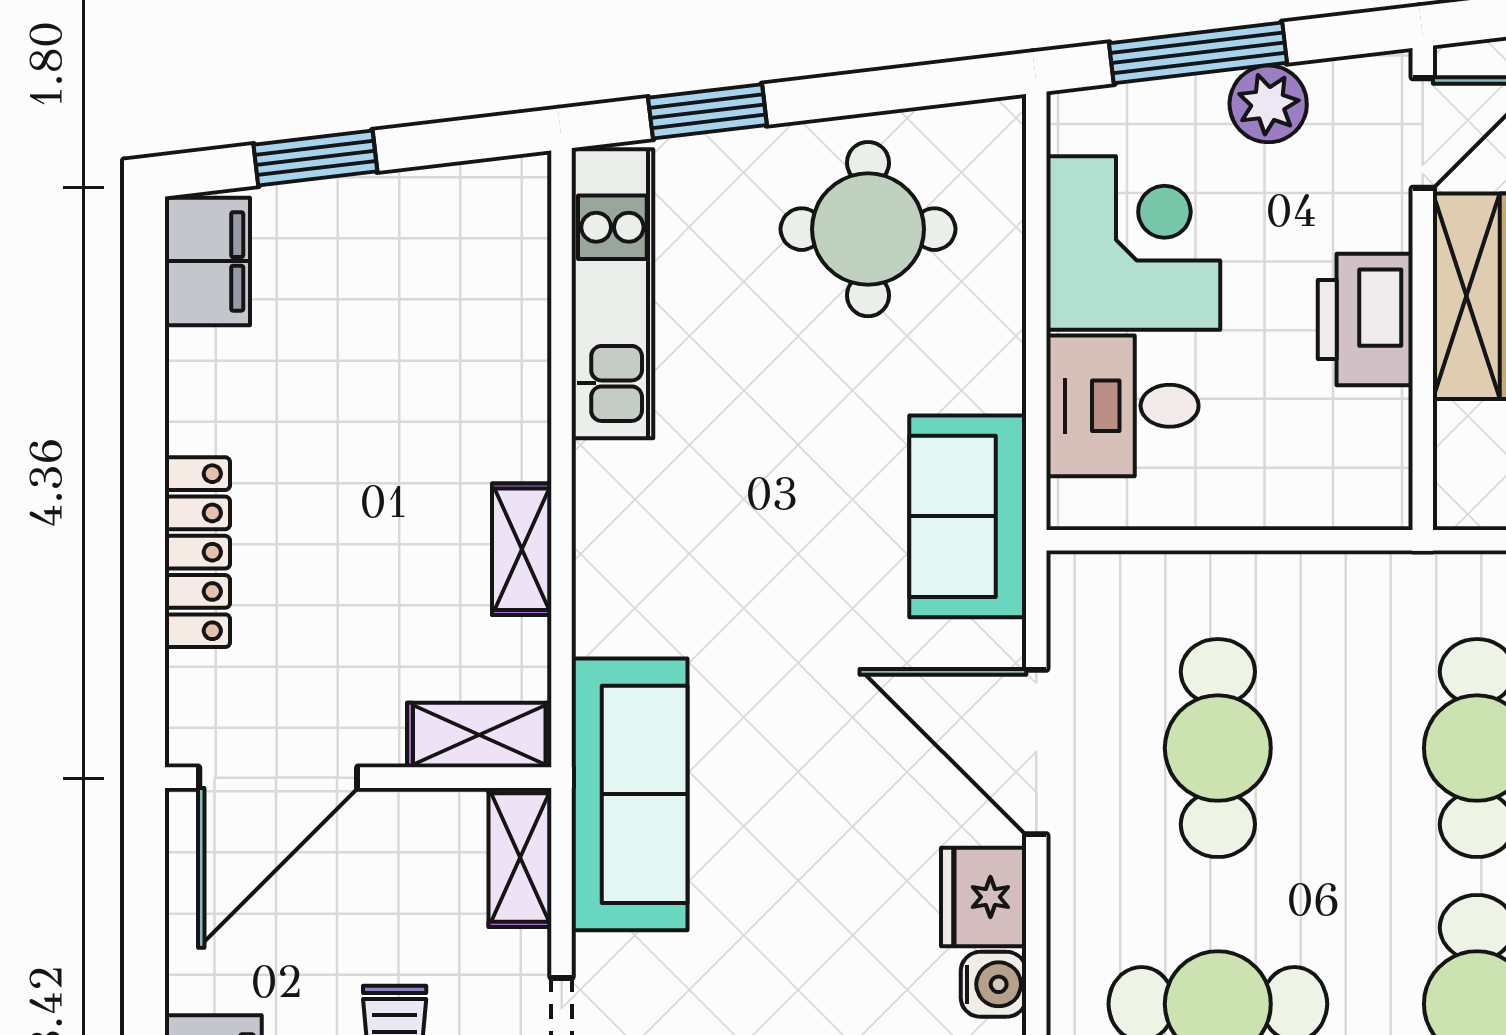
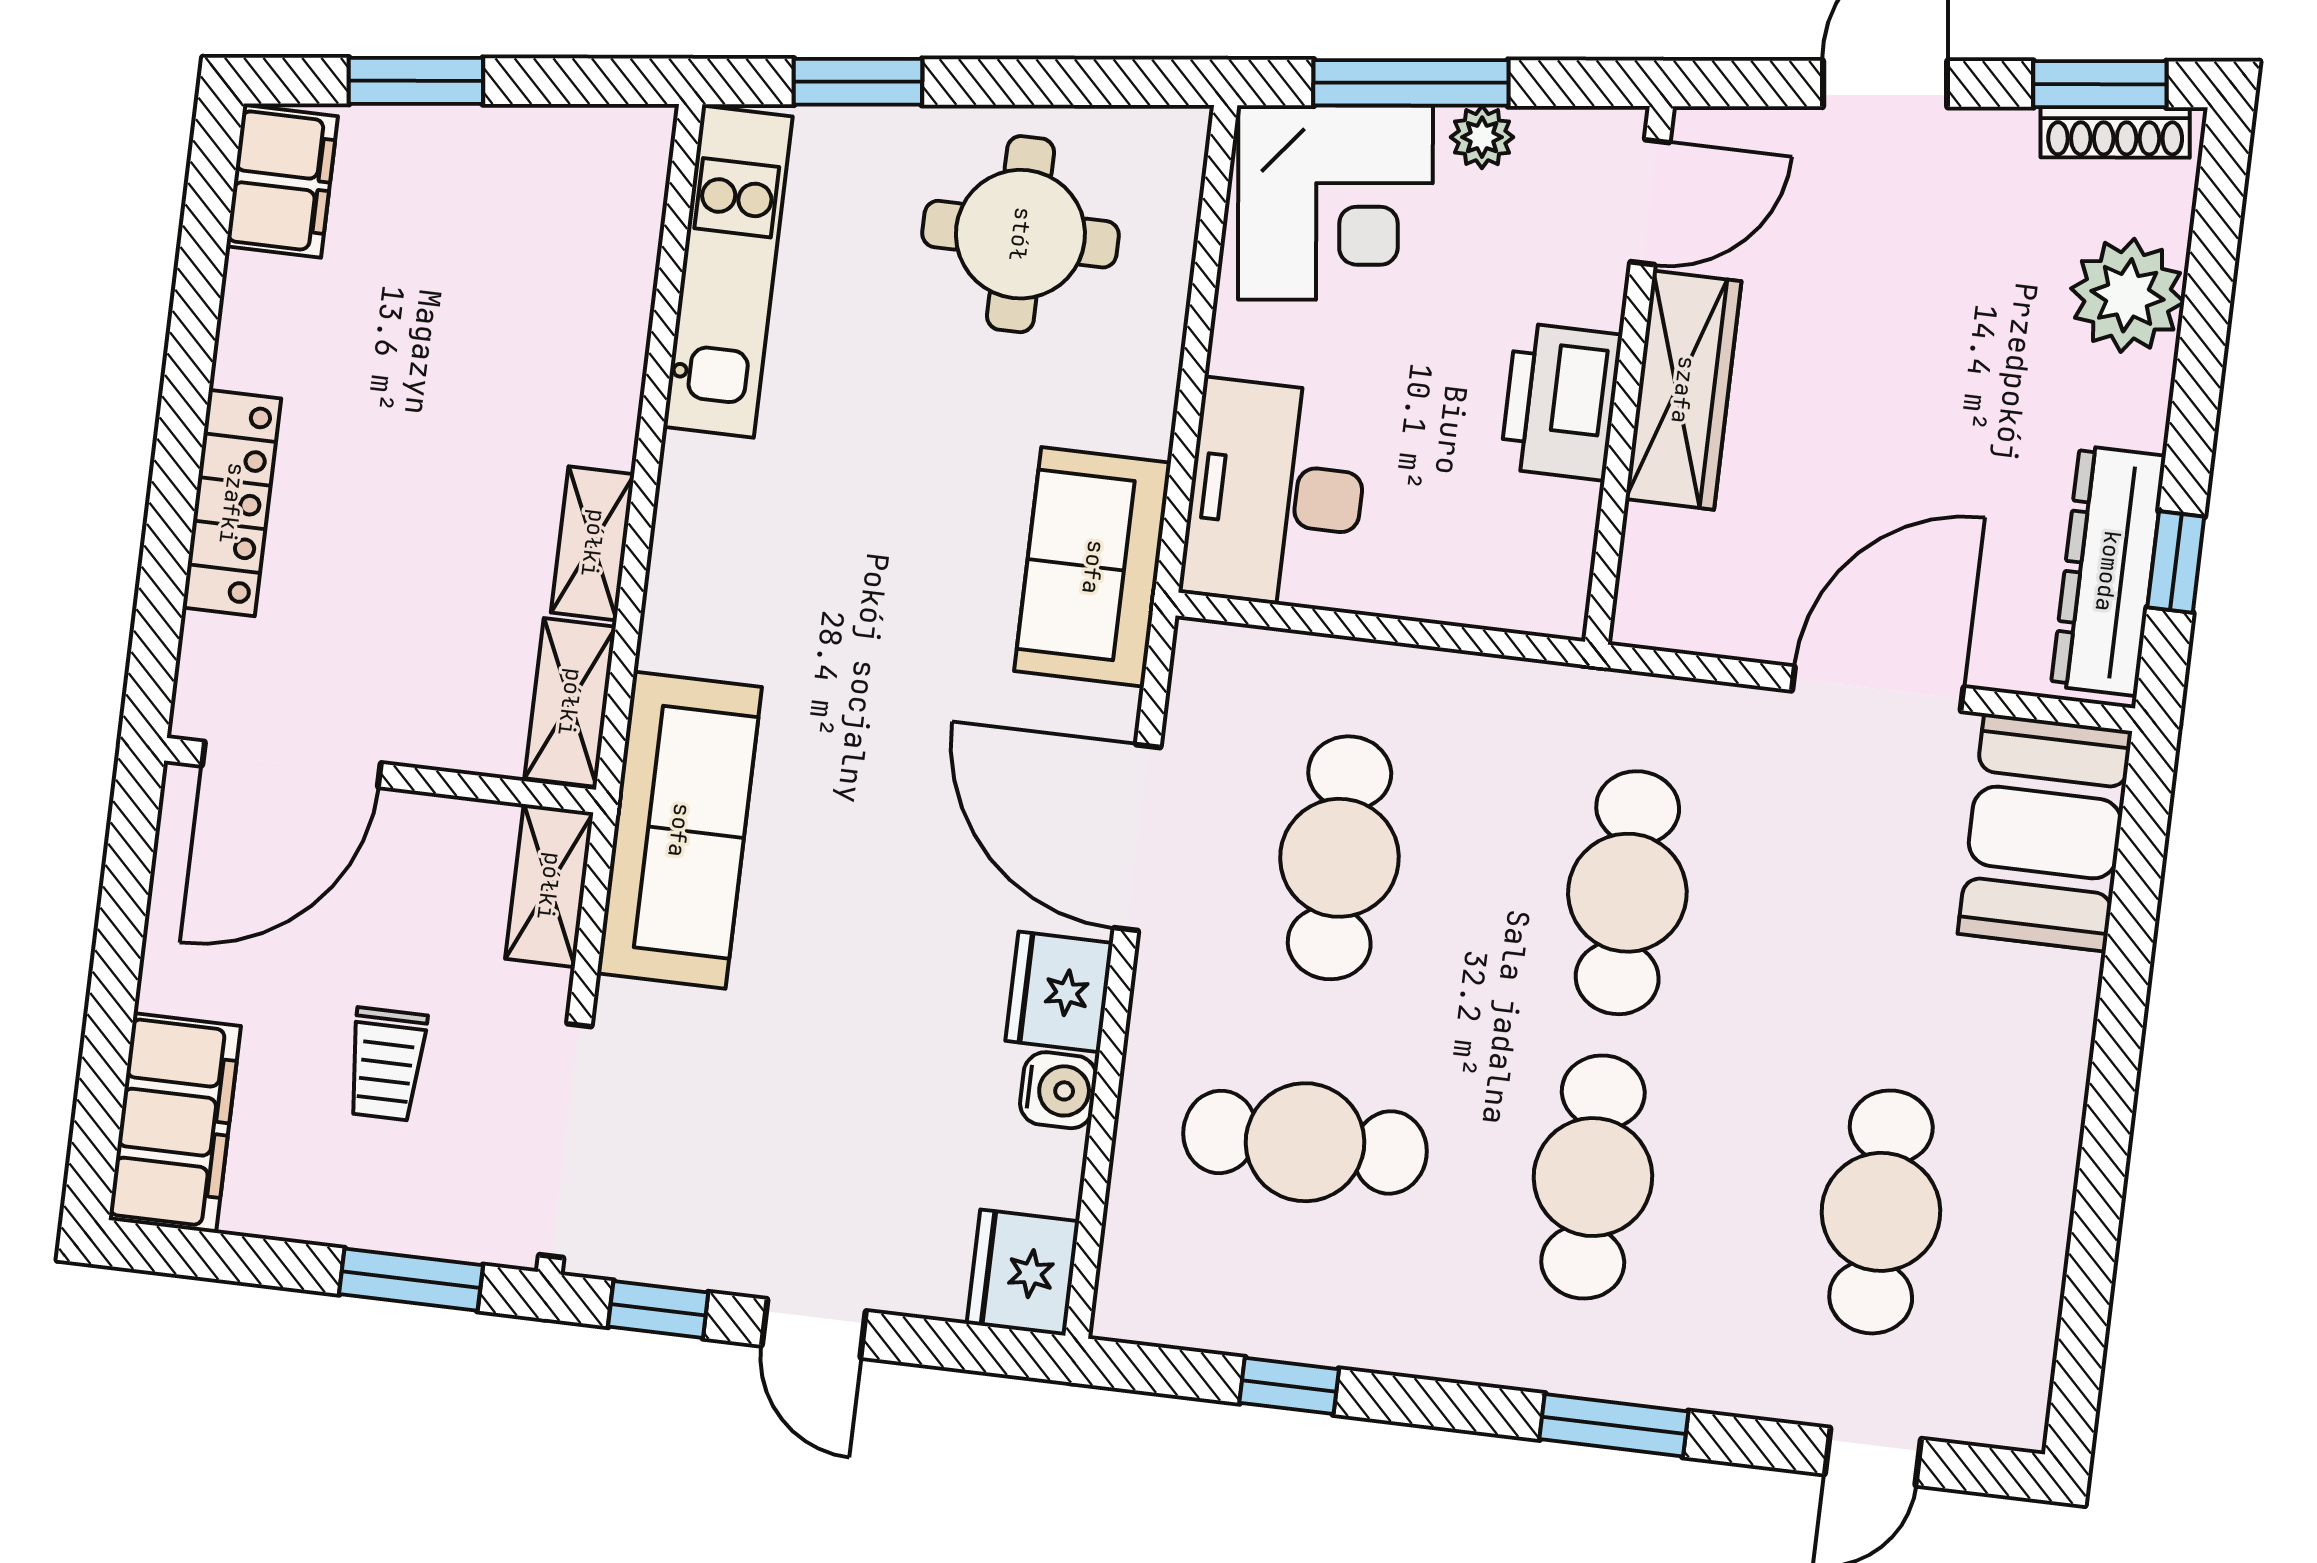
plant: (1268, 104) -> (1482, 137), width x0.73, depth x0.73
corner desk: (1133, 243) -> (1335, 203), moved, turned 83
desk: (1122, 406) -> (1276, 494), width x1.37
shelving: (479, 735) -> (570, 702), moved, turned 90

